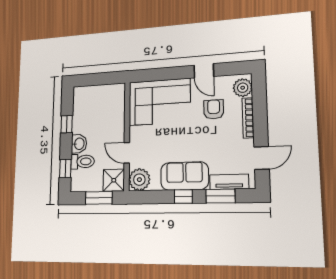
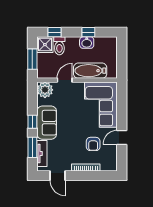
plant: (243, 88) -> (107, 165), removed
armchair: (214, 109) -> (93, 144), turned 90
bathtub: (115, 119) -> (90, 71), added
washbasin: (79, 144) -> (87, 43), moved
shower: (114, 180) -> (45, 45), moved

